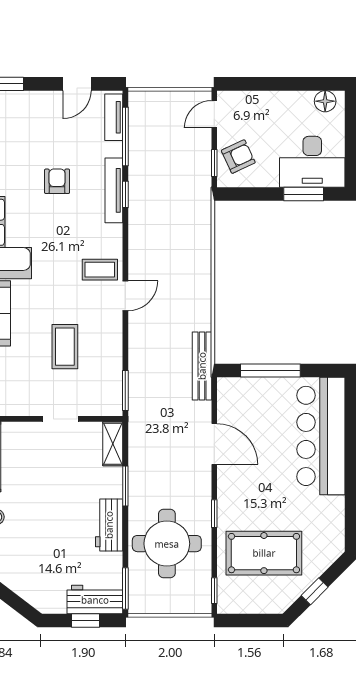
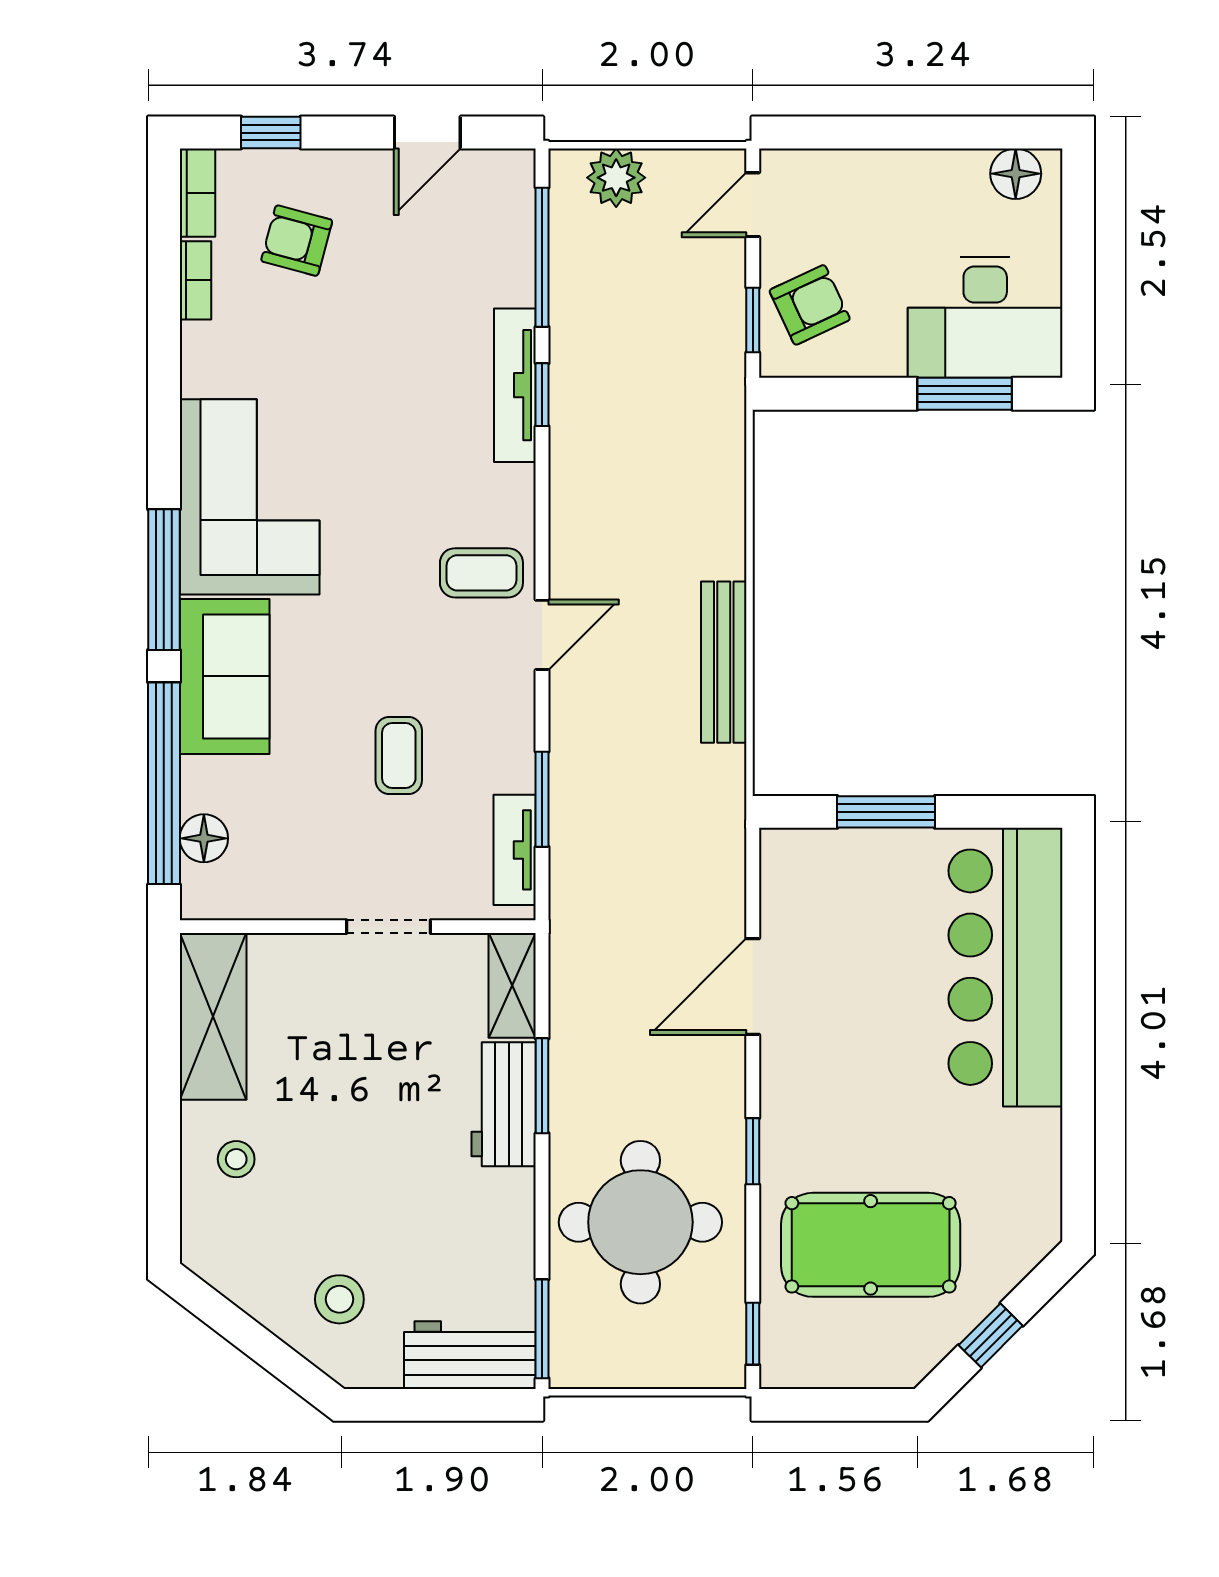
plant: (157, 103) -> (616, 178), added
tv unit: (114, 117) -> (515, 850), moved
armchair: (57, 181) -> (297, 241), moved, turned -75
coffee table: (65, 347) -> (399, 755), width x0.73, depth x0.77
bench: (202, 366) -> (724, 662), moved
window: (270, 370) -> (886, 812), width x0.69
window: (125, 390) -> (542, 799), moved
door: (214, 444) -> (753, 987), swing flipped
workbench: (109, 525) -> (504, 1104), moved
stool: (40, 576) -> (339, 1299), added
window: (85, 621) -> (448, 1405), removed

